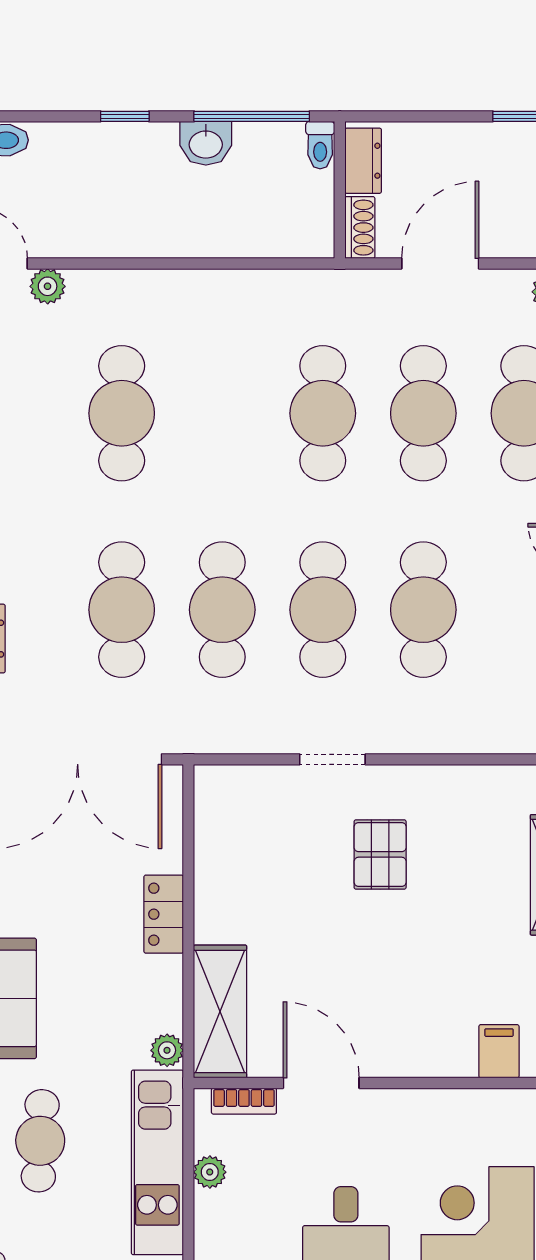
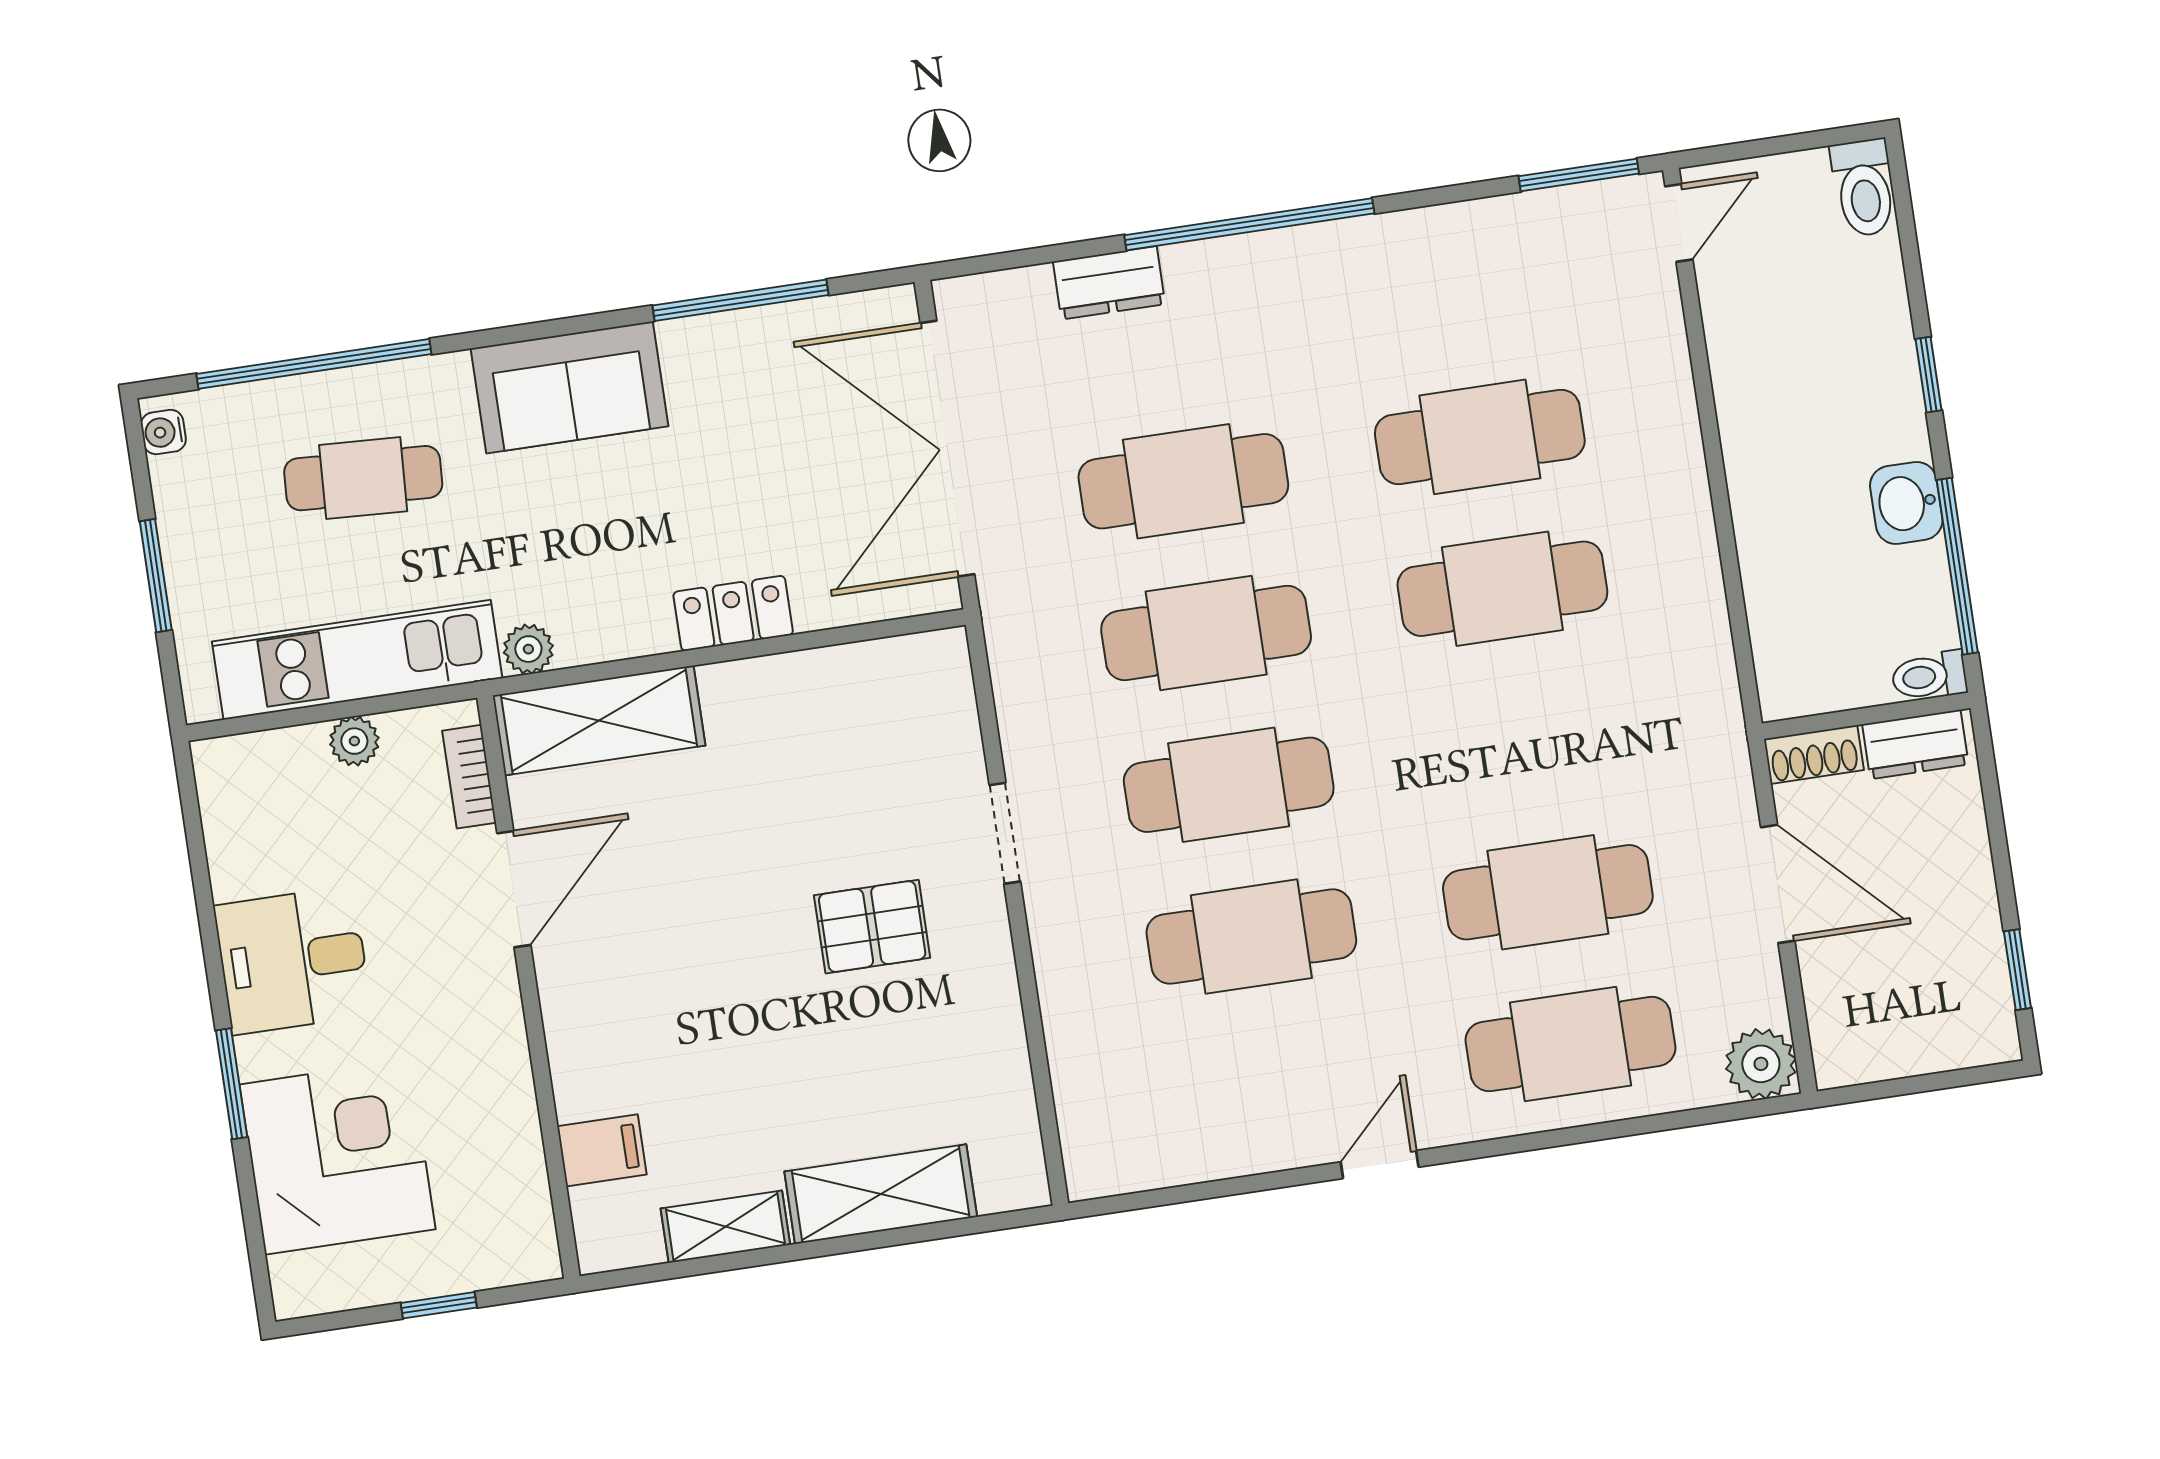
plant: (48, 286) -> (1655, 296), removed
cafe table: (323, 413) -> (1502, 589), moved

